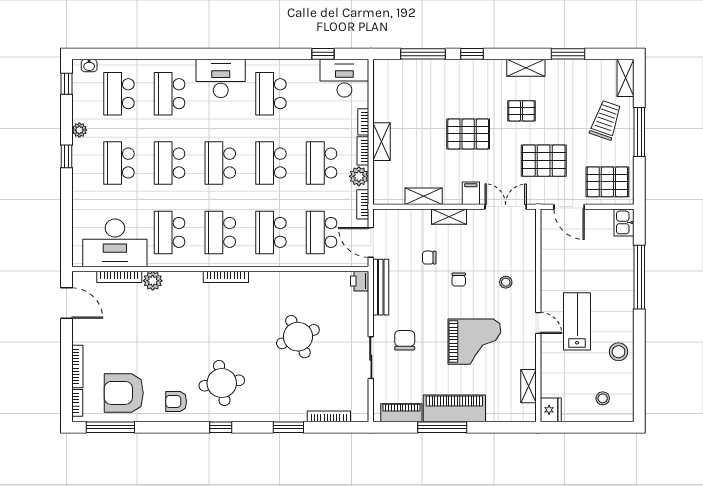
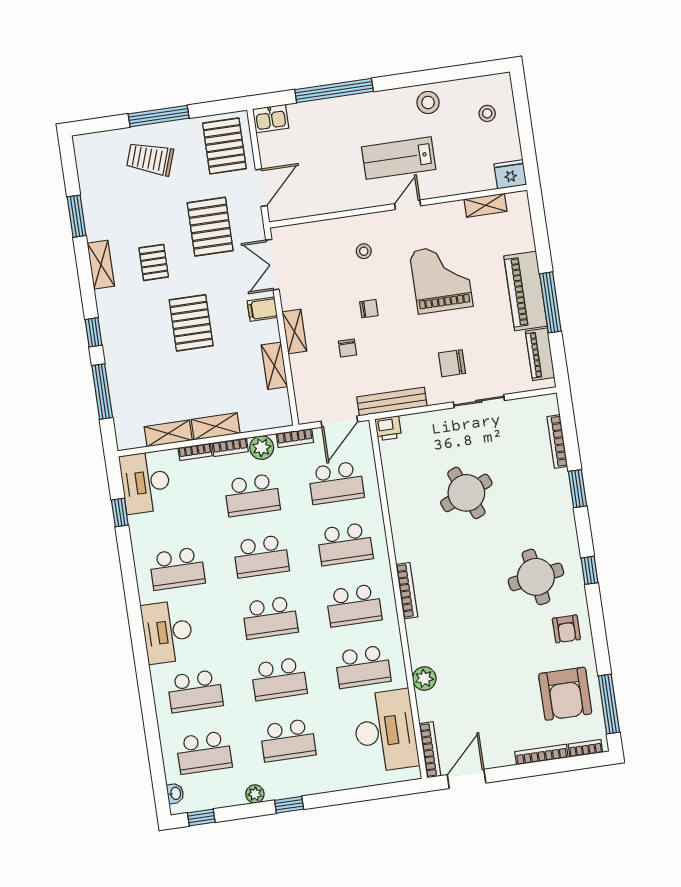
shelving: (626, 78) -> (168, 433), moved
bookcase: (119, 277) -> (430, 750), moved

